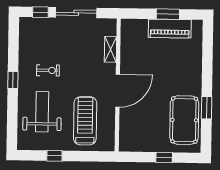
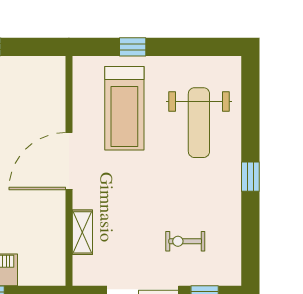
exercise bike: (48, 70) -> (185, 241), moved
window: (54, 156) -> (133, 47), moved

